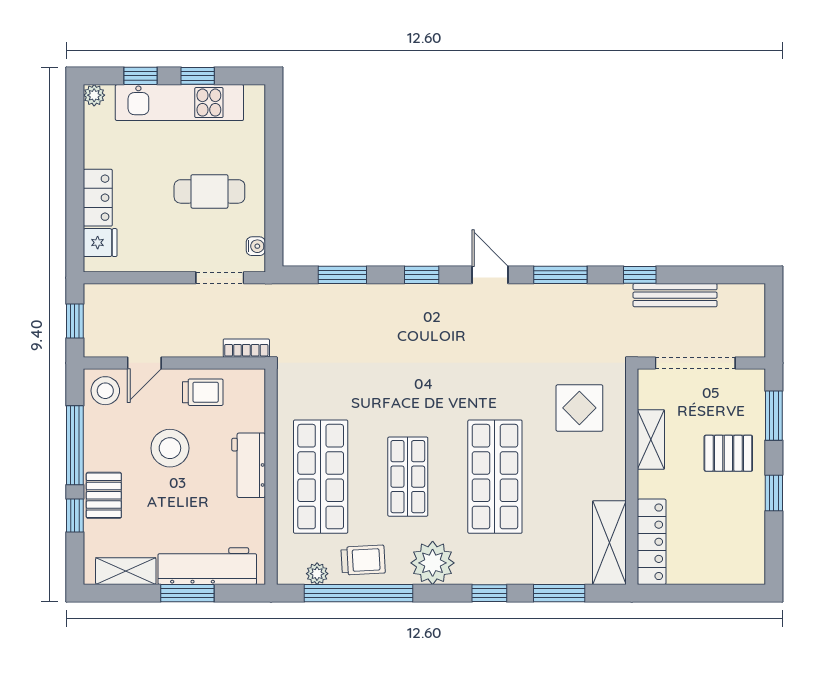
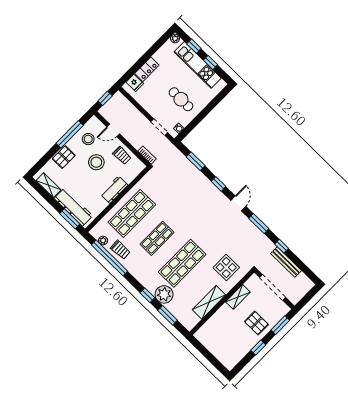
stool: (105, 391) -> (88, 139), moved
window: (75, 515) -> (50, 155), removed
locker: (652, 542) -> (209, 327), removed
shelving: (609, 543) -> (209, 302), moved
plant: (433, 563) -> (164, 294), moved
window: (187, 593) -> (70, 219), moved

